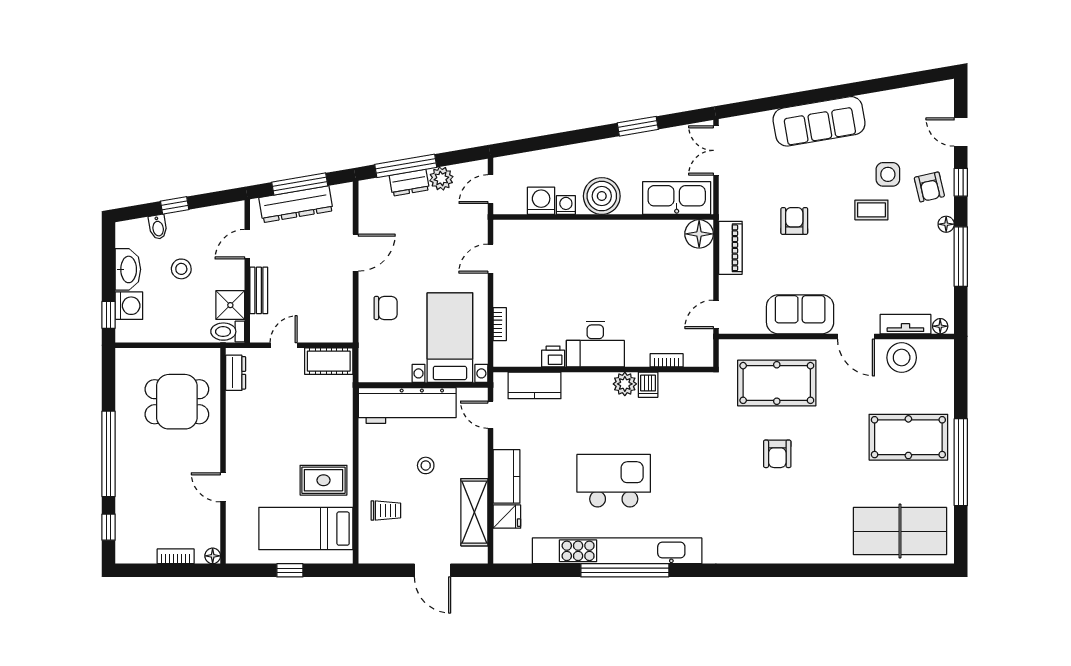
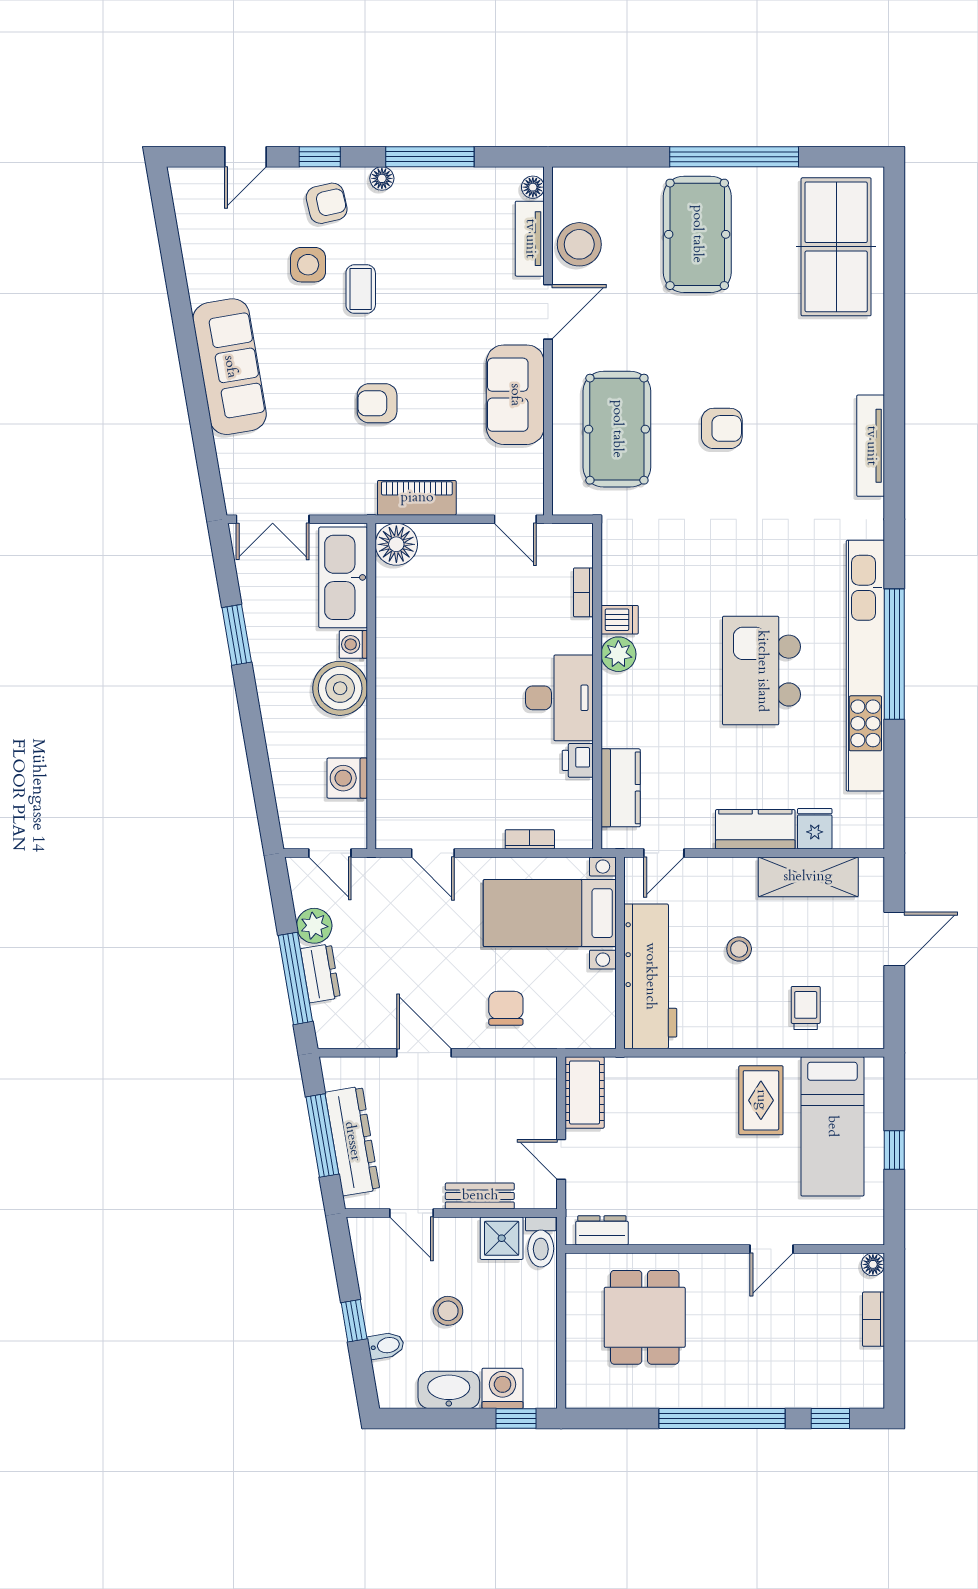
washing machine: (566, 205) -> (353, 644), moved
tv unit: (766, 554) -> (871, 446), added

